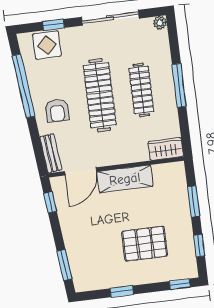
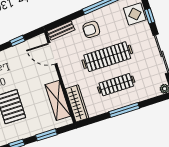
wardrobe: (166, 149) -> (77, 103), width x1.50
shelving: (125, 179) -> (58, 100), moved
window: (50, 202) -> (17, 41), moved

